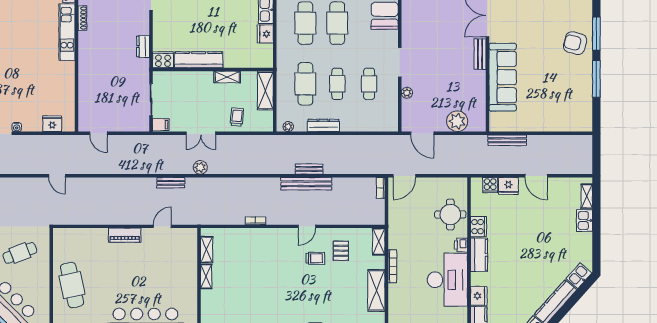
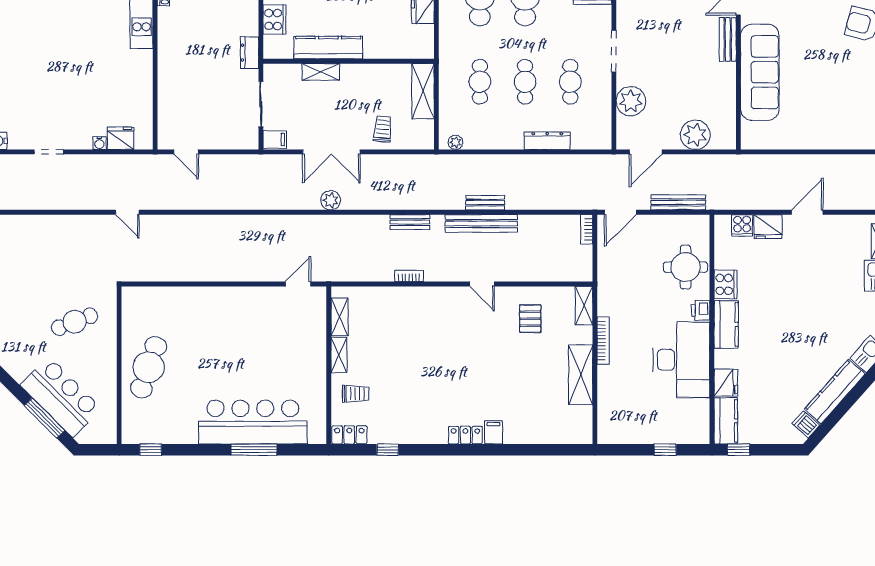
dresser: (143, 47) -> (250, 53), moved
cooker: (163, 60) -> (274, 20), moved, turned 90
shelving: (227, 77) -> (321, 72), moved
cafe table: (305, 84) -> (480, 82), width x0.73, depth x0.74
plant: (407, 93) -> (631, 101), width x1.87, depth x1.87
dresser: (323, 125) -> (547, 141), moved
water cooler: (17, 127) -> (99, 143), moved
double door: (201, 133) -> (331, 152), width x1.37
door: (422, 133) -> (646, 152), hinge flipped
bench: (507, 140) -> (678, 202), moved
door: (536, 176) -> (807, 212), swing flipped
bench: (171, 183) -> (410, 222), moved
door: (162, 226) -> (298, 284), moved
door: (307, 226) -> (482, 284), hinge flipped
piano: (125, 235) -> (223, 296), removed
trolley: (315, 258) -> (356, 394), moved
cafe table: (72, 285) -> (149, 367), turned 31

